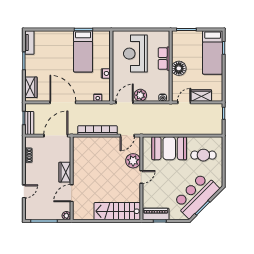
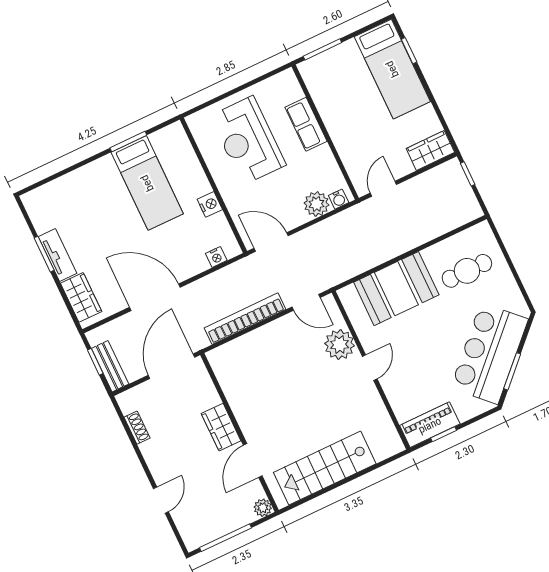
tv unit: (29, 42) -> (57, 255), moved
floor lamp: (179, 68) -> (343, 129), removed
plant: (140, 95) -> (316, 204), moved
wardrobe: (201, 95) -> (430, 150), moved
door: (125, 102) -> (271, 242), hinge flipped
door: (127, 136) -> (306, 302), hinge flipped
stairs: (117, 211) -> (325, 468), moved

